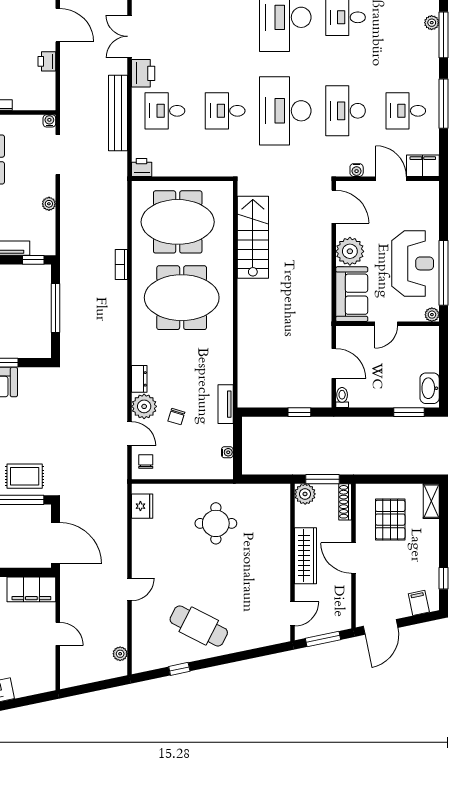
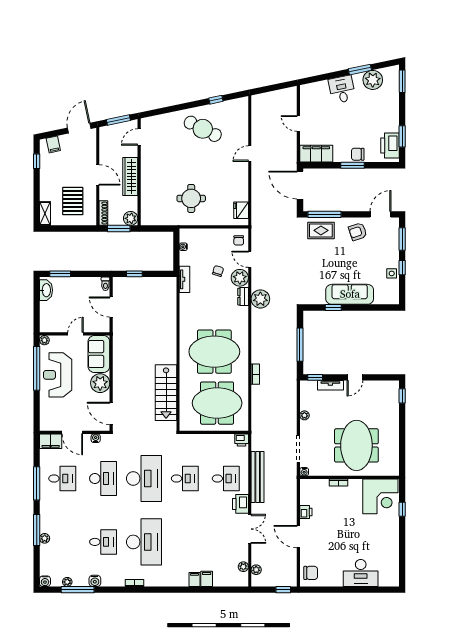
plant: (120, 654) -> (260, 299), moved, width x1.87, depth x1.87

